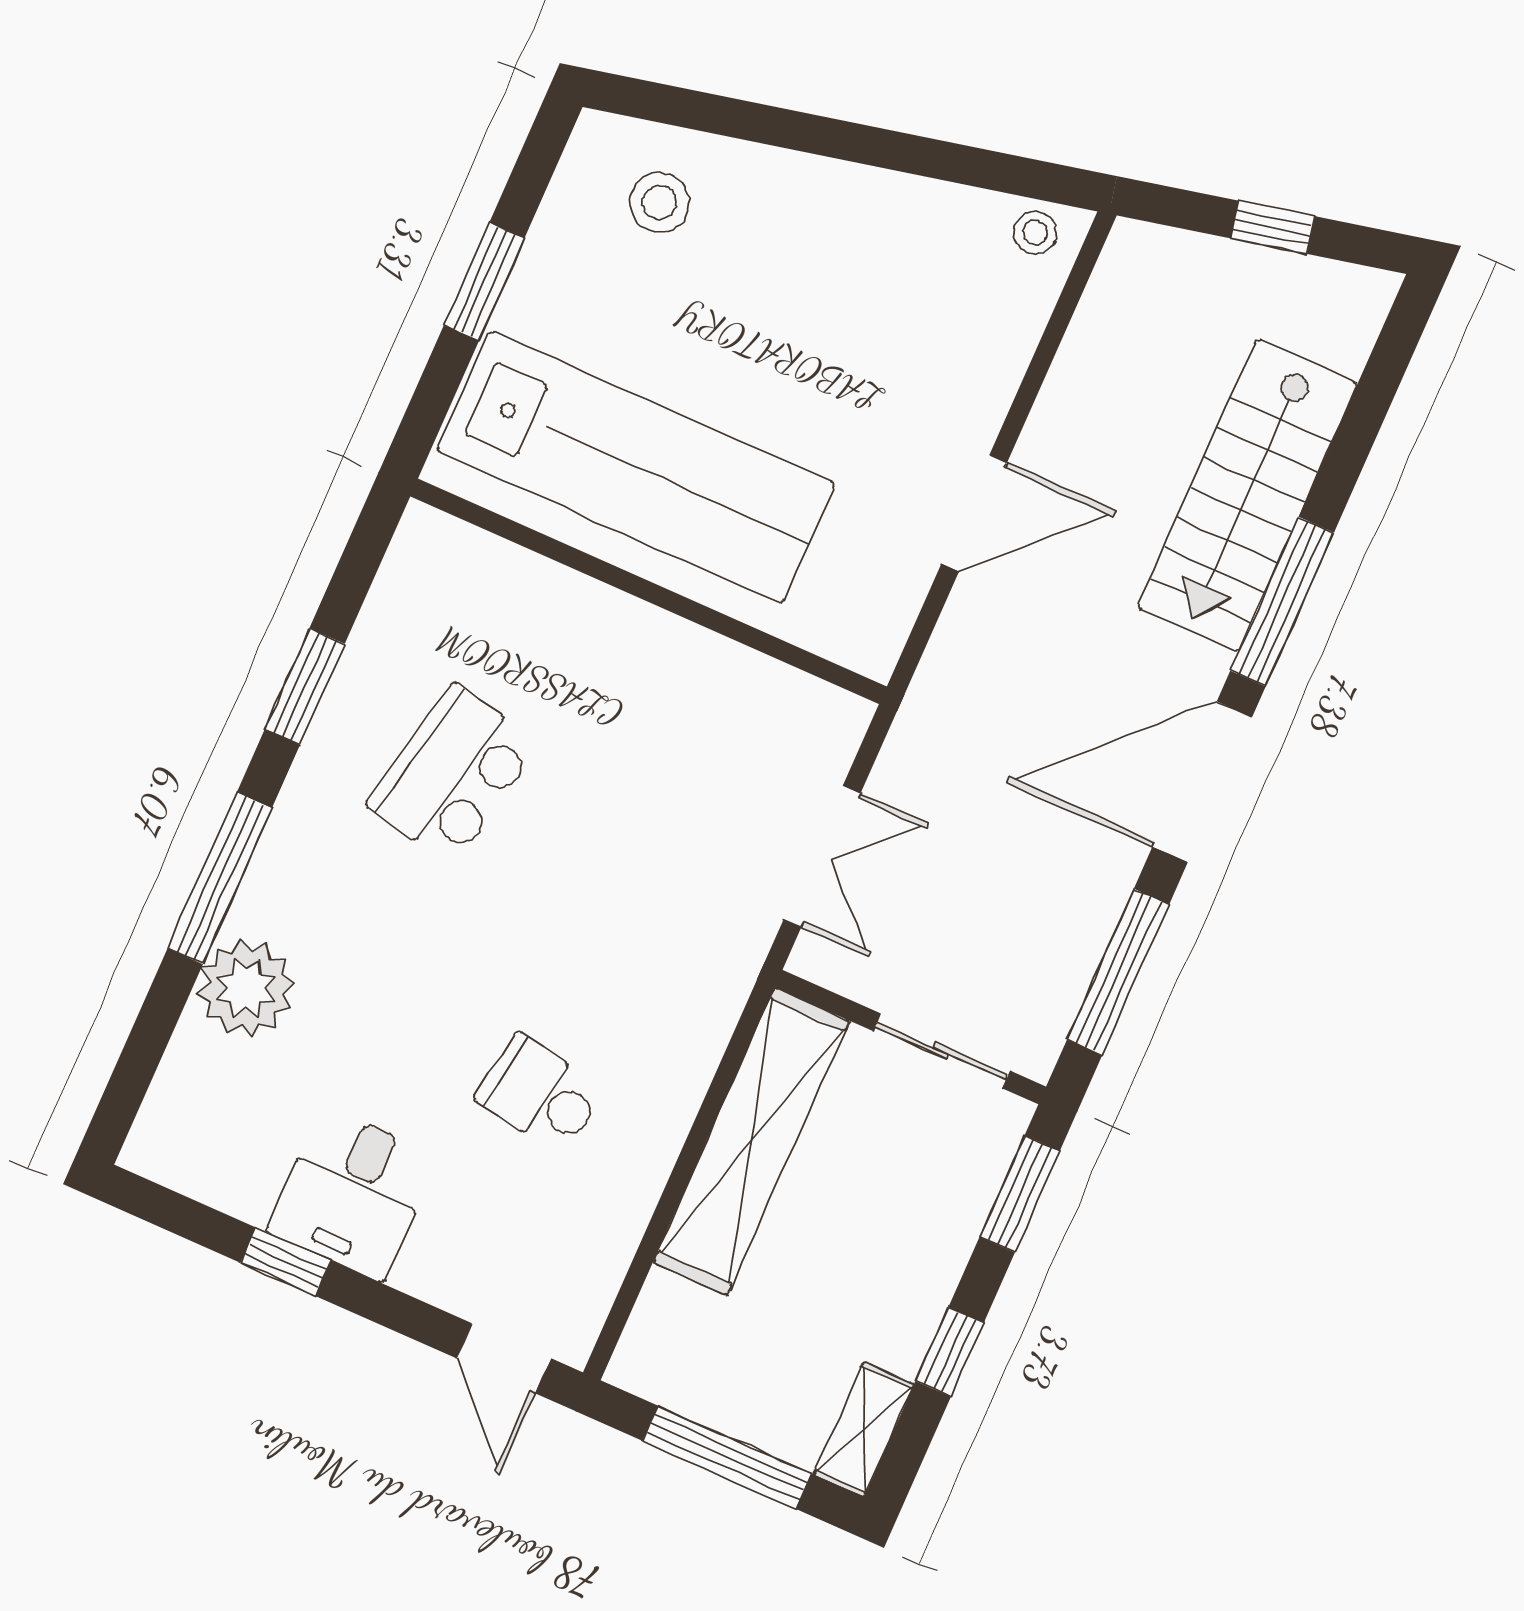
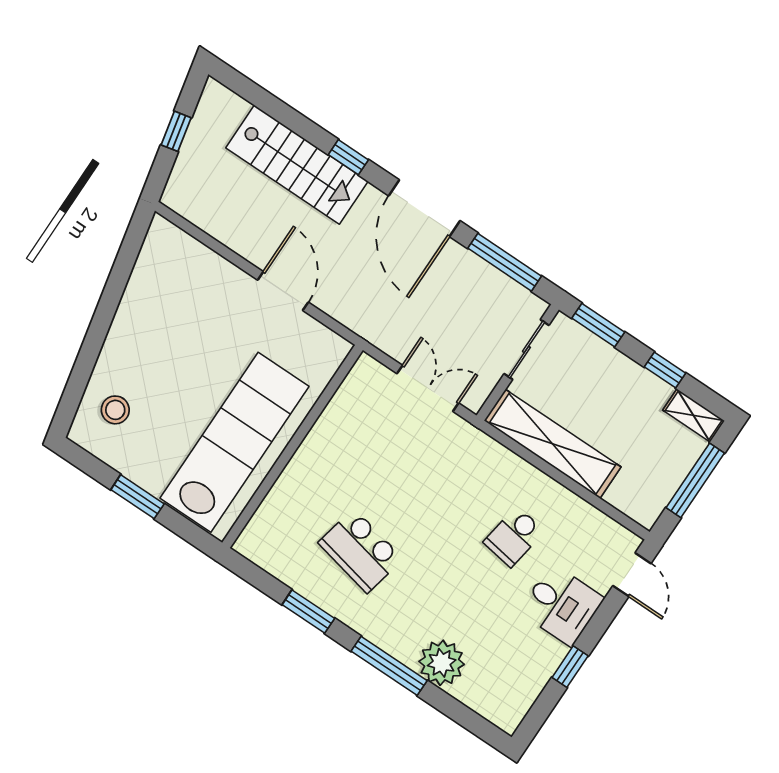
stool: (1035, 233) -> (159, 241), removed
window: (1282, 602) -> (348, 157), width x0.46
desk: (353, 1194) -> (561, 605), moved
door: (504, 1358) -> (632, 575), hinge flipped

